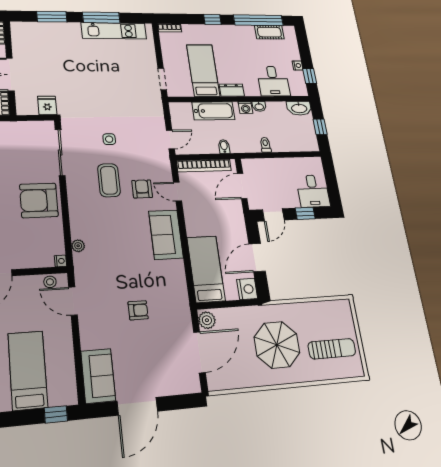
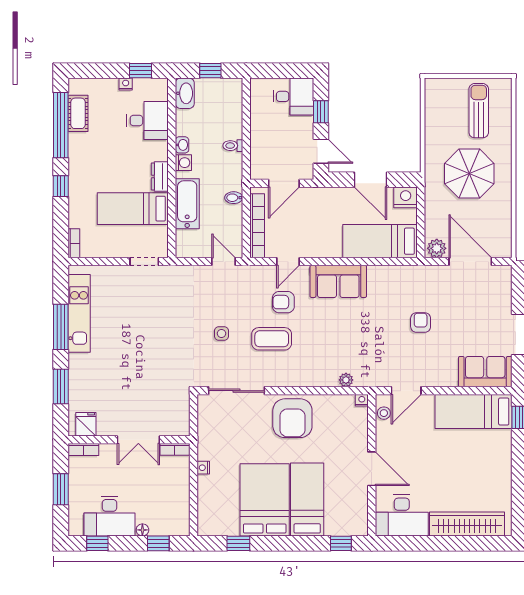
fridge: (47, 105) -> (86, 424), moved, turned 90
door: (242, 186) -> (284, 183), hinge flipped
bed: (28, 370) -> (473, 412), moved

